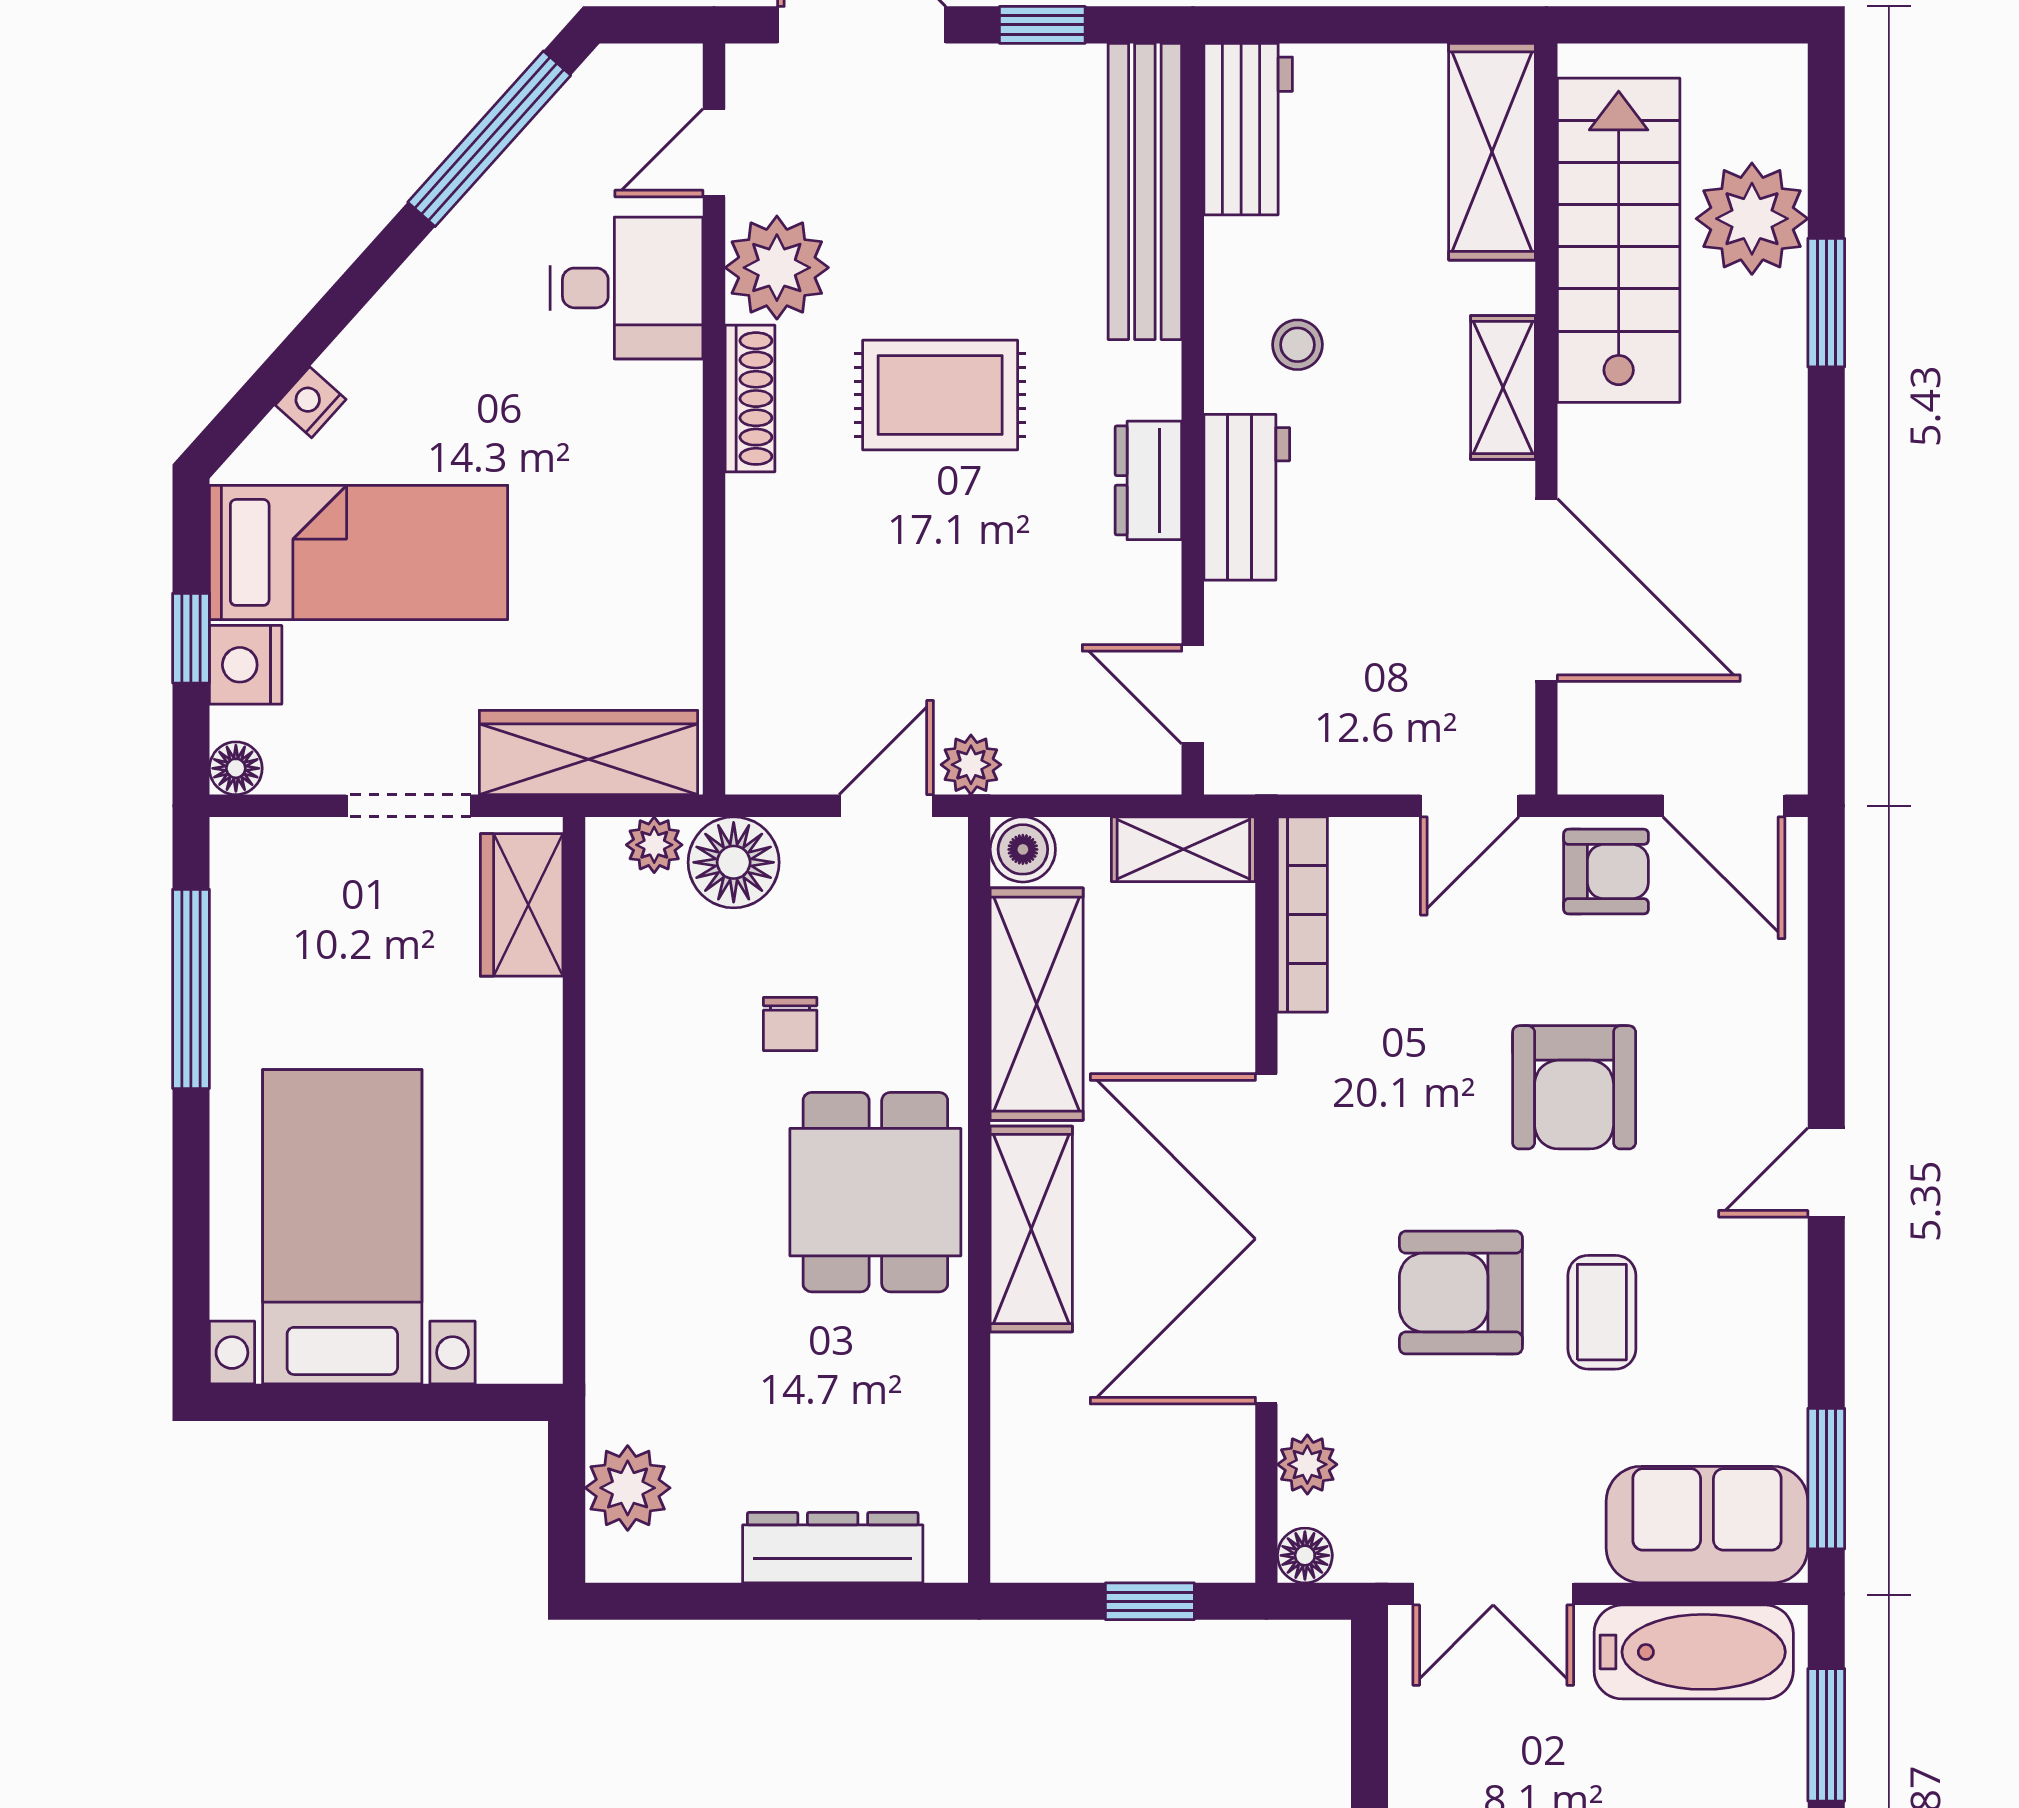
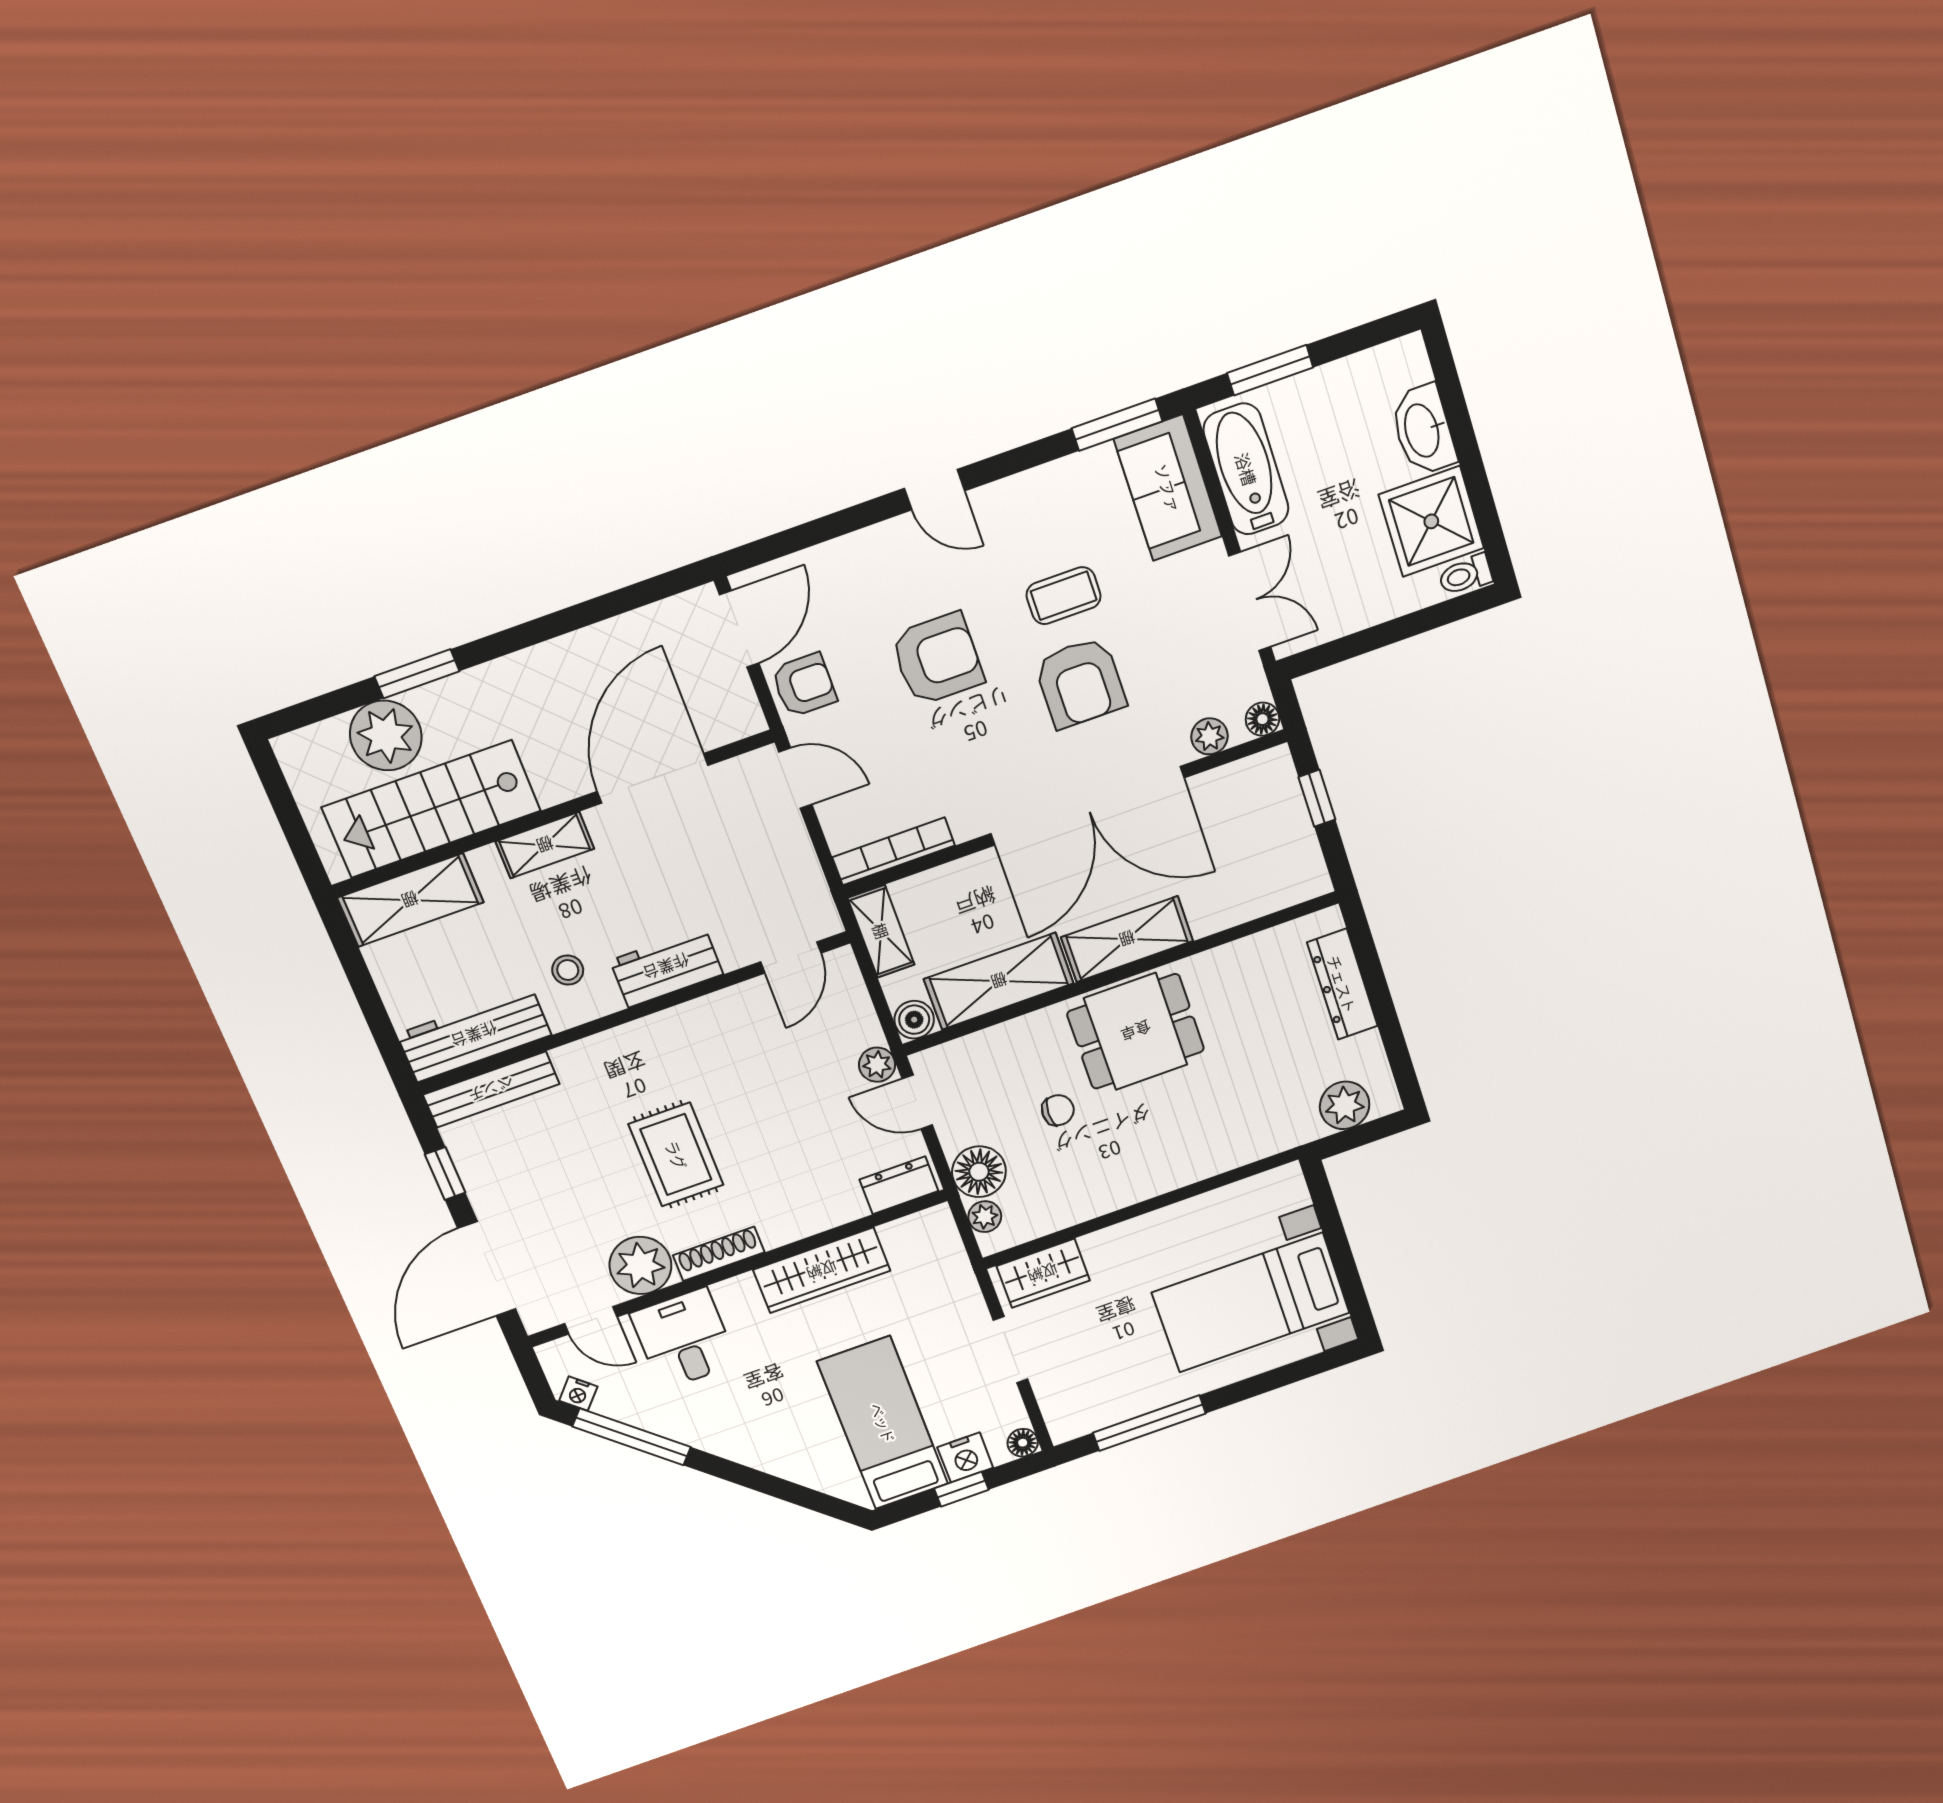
workbench: (1248, 129) -> (474, 1035), width x1.38
bench: (1145, 191) -> (491, 1089), width x0.73, depth x0.82
nightstand: (311, 402) -> (578, 1394), moved
dresser: (1148, 480) -> (899, 1185), moved, turned 180
wardrobe: (588, 752) -> (822, 1270), moved, turned -90
armchair: (1606, 872) -> (804, 685), turned 90

